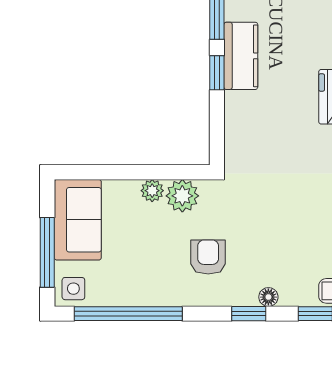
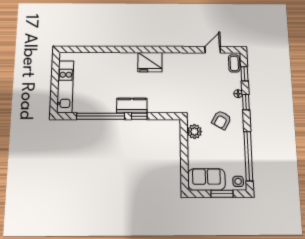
plant: (152, 191) -> (192, 145), removed
window: (47, 252) -> (222, 194), width x0.69
armchair: (208, 257) -> (222, 120), turned -60

